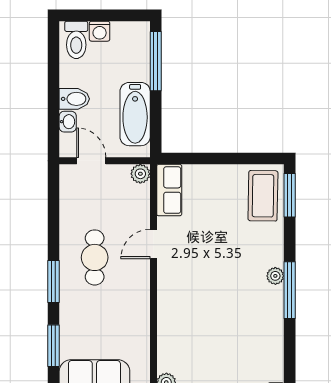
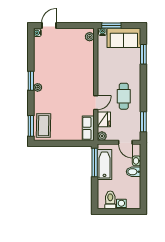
toilet: (76, 40) -> (110, 200), moved
window: (156, 61) -> (95, 163), moved
fridge: (136, 209) -> (104, 119), added
window: (54, 281) -> (143, 122), moved
window: (290, 290) -> (31, 81), width x0.69

